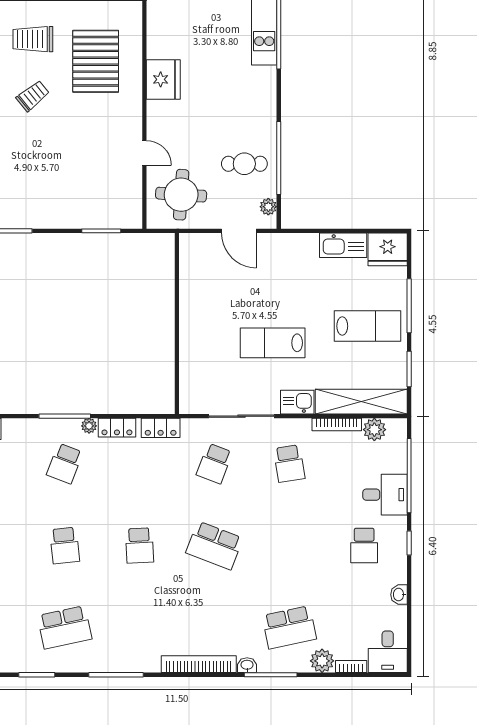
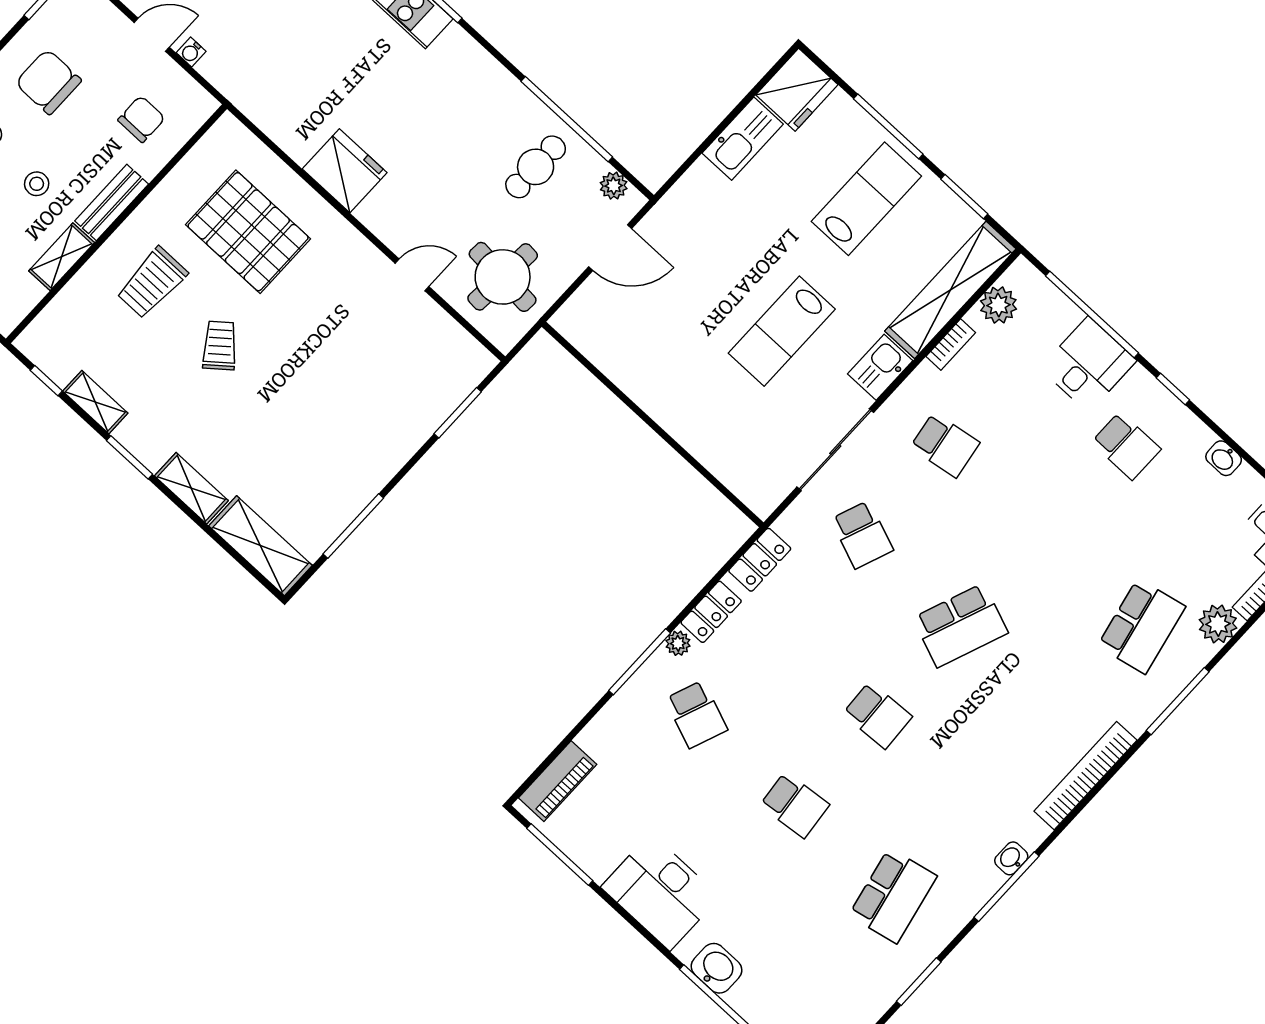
bookcase: (337, 424) -> (951, 345), width x0.64
washbasin: (247, 665) -> (1011, 858), moved

